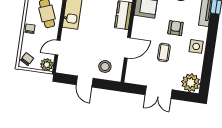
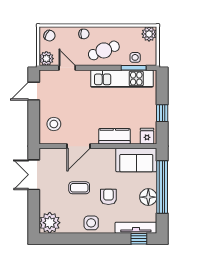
armchair: (176, 28) -> (108, 197), turned -90
door: (127, 48) -> (78, 146), hinge flipped
door: (85, 81) -> (34, 91), moved
double door: (159, 92) -> (34, 175), moved

